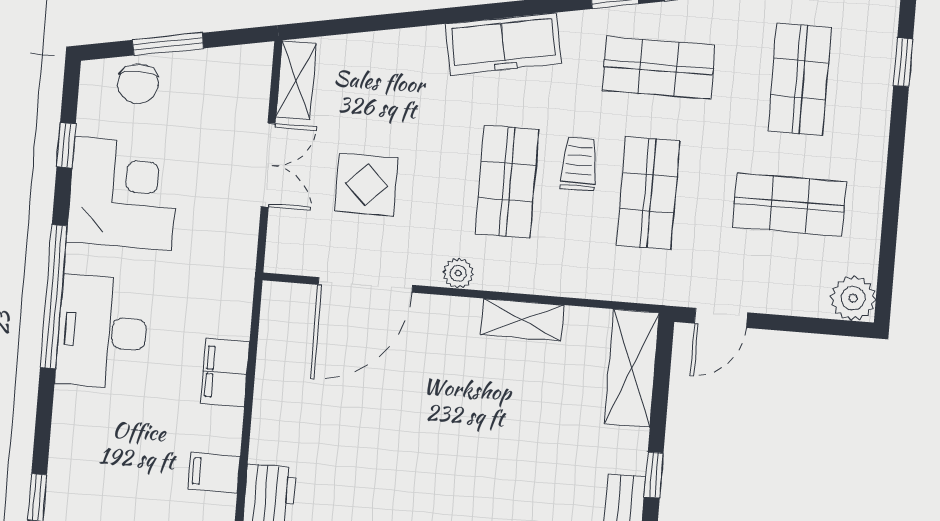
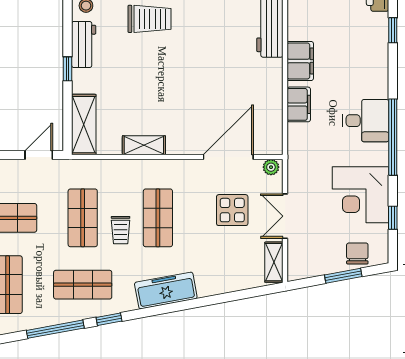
plant: (458, 273) -> (271, 167), moved
desk: (102, 332) -> (366, 121), width x0.73
filing cabinet: (214, 472) -> (300, 61), width x2.00

